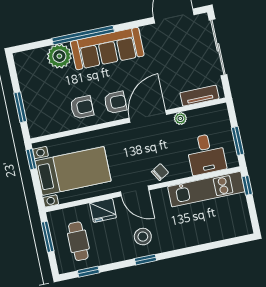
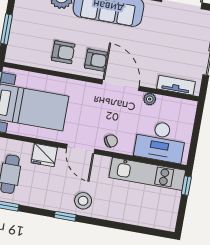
door: (148, 116) -> (121, 85), hinge flipped
window: (238, 141) -> (194, 141), removed
desk: (206, 154) -> (160, 141), width x1.37
stool: (143, 237) -> (83, 201), moved

